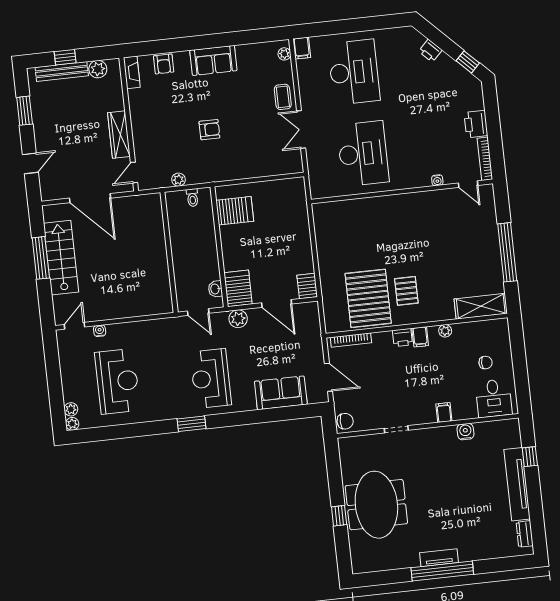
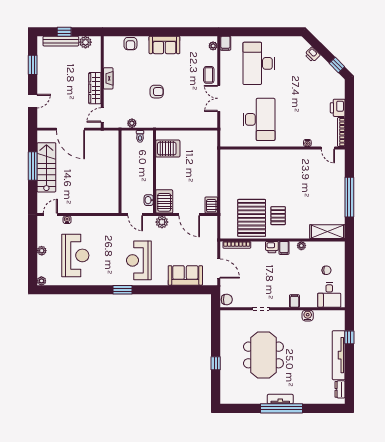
fireplace: (132, 72) -> (108, 78), moved
desk: (354, 72) -> (259, 63), turned 180
plant: (71, 409) -> (42, 251), moved
meeting table: (376, 505) -> (263, 355), moved

